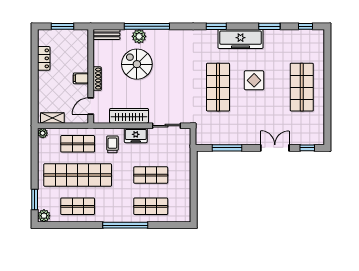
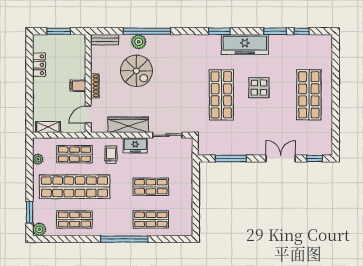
window: (306, 26) -> (302, 31), moved
spiral stairs: (137, 64) -> (136, 71), turned 180
plant: (43, 133) -> (38, 159), moved

